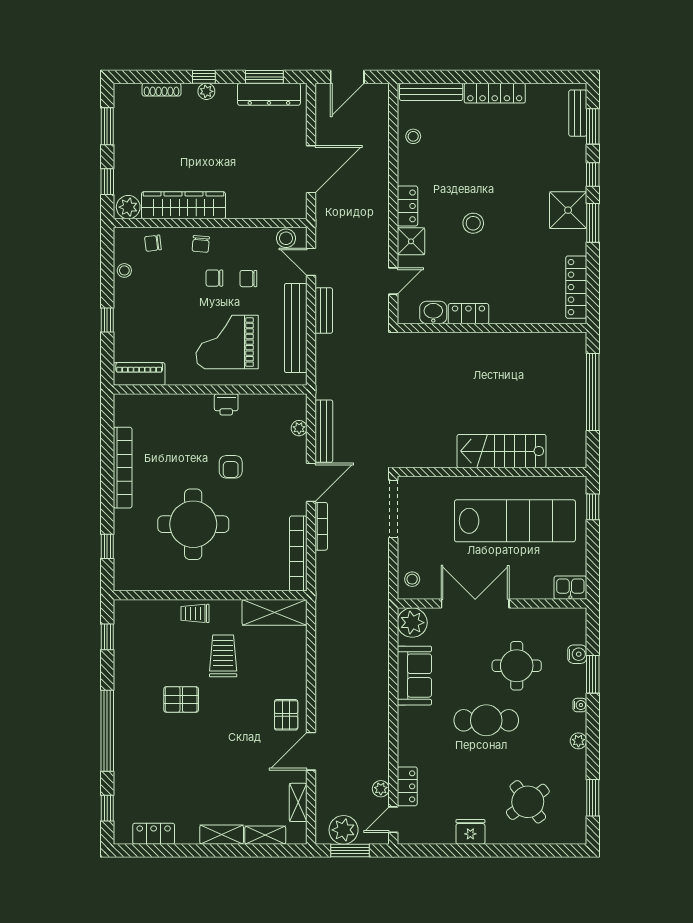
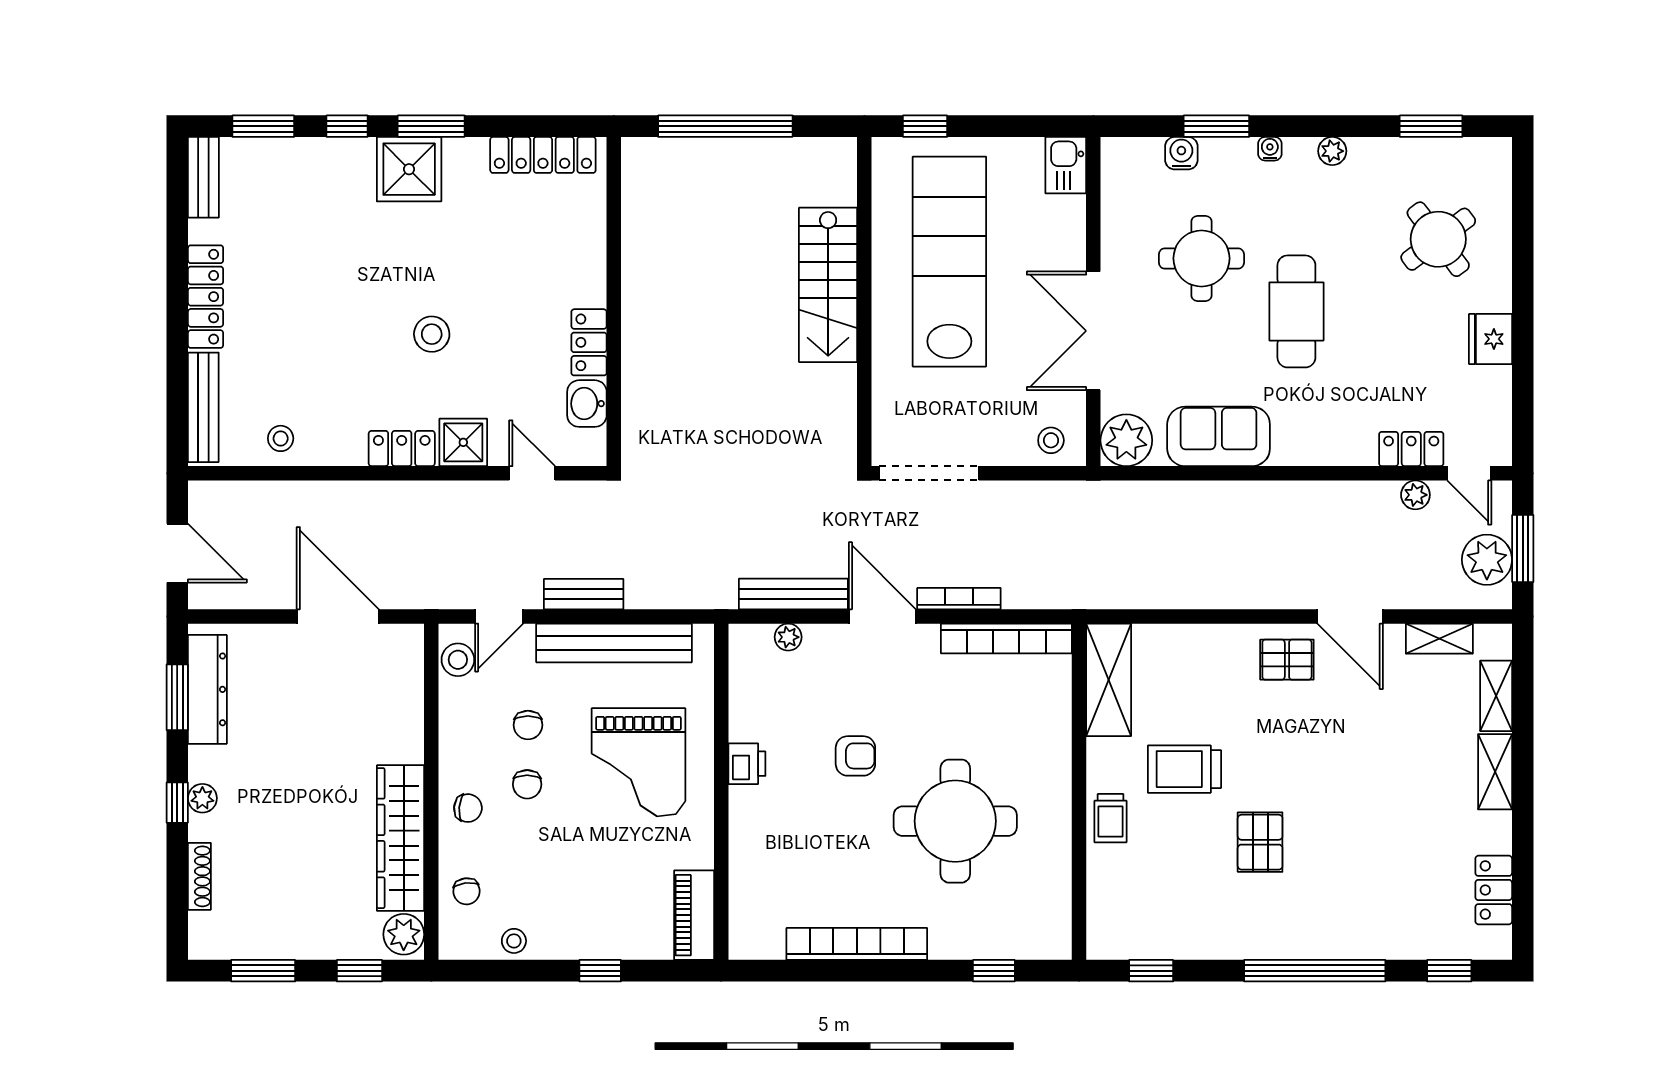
bench: (578, 113) -> (203, 177), moved, turned 90

